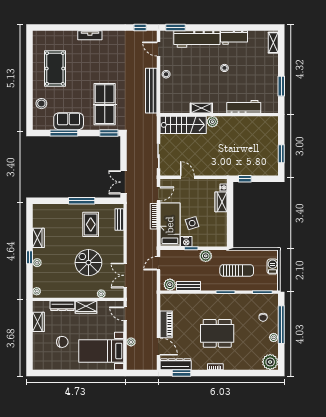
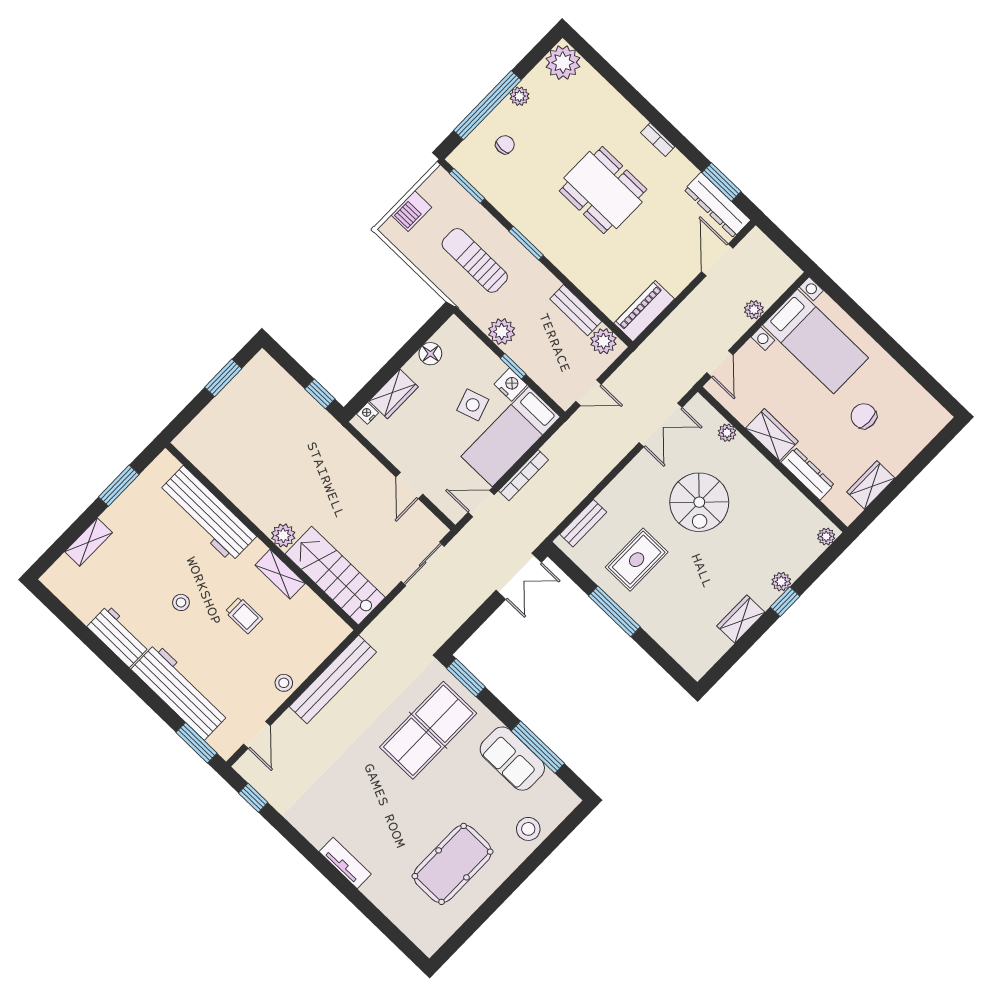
shelving: (273, 43) -> (89, 542), moved
trolley: (200, 84) -> (244, 615), added
workbench: (244, 107) -> (207, 514), width x1.36, depth x1.32
floor lamp: (222, 226) -> (430, 354), added
piano: (166, 324) -> (644, 311), moved

